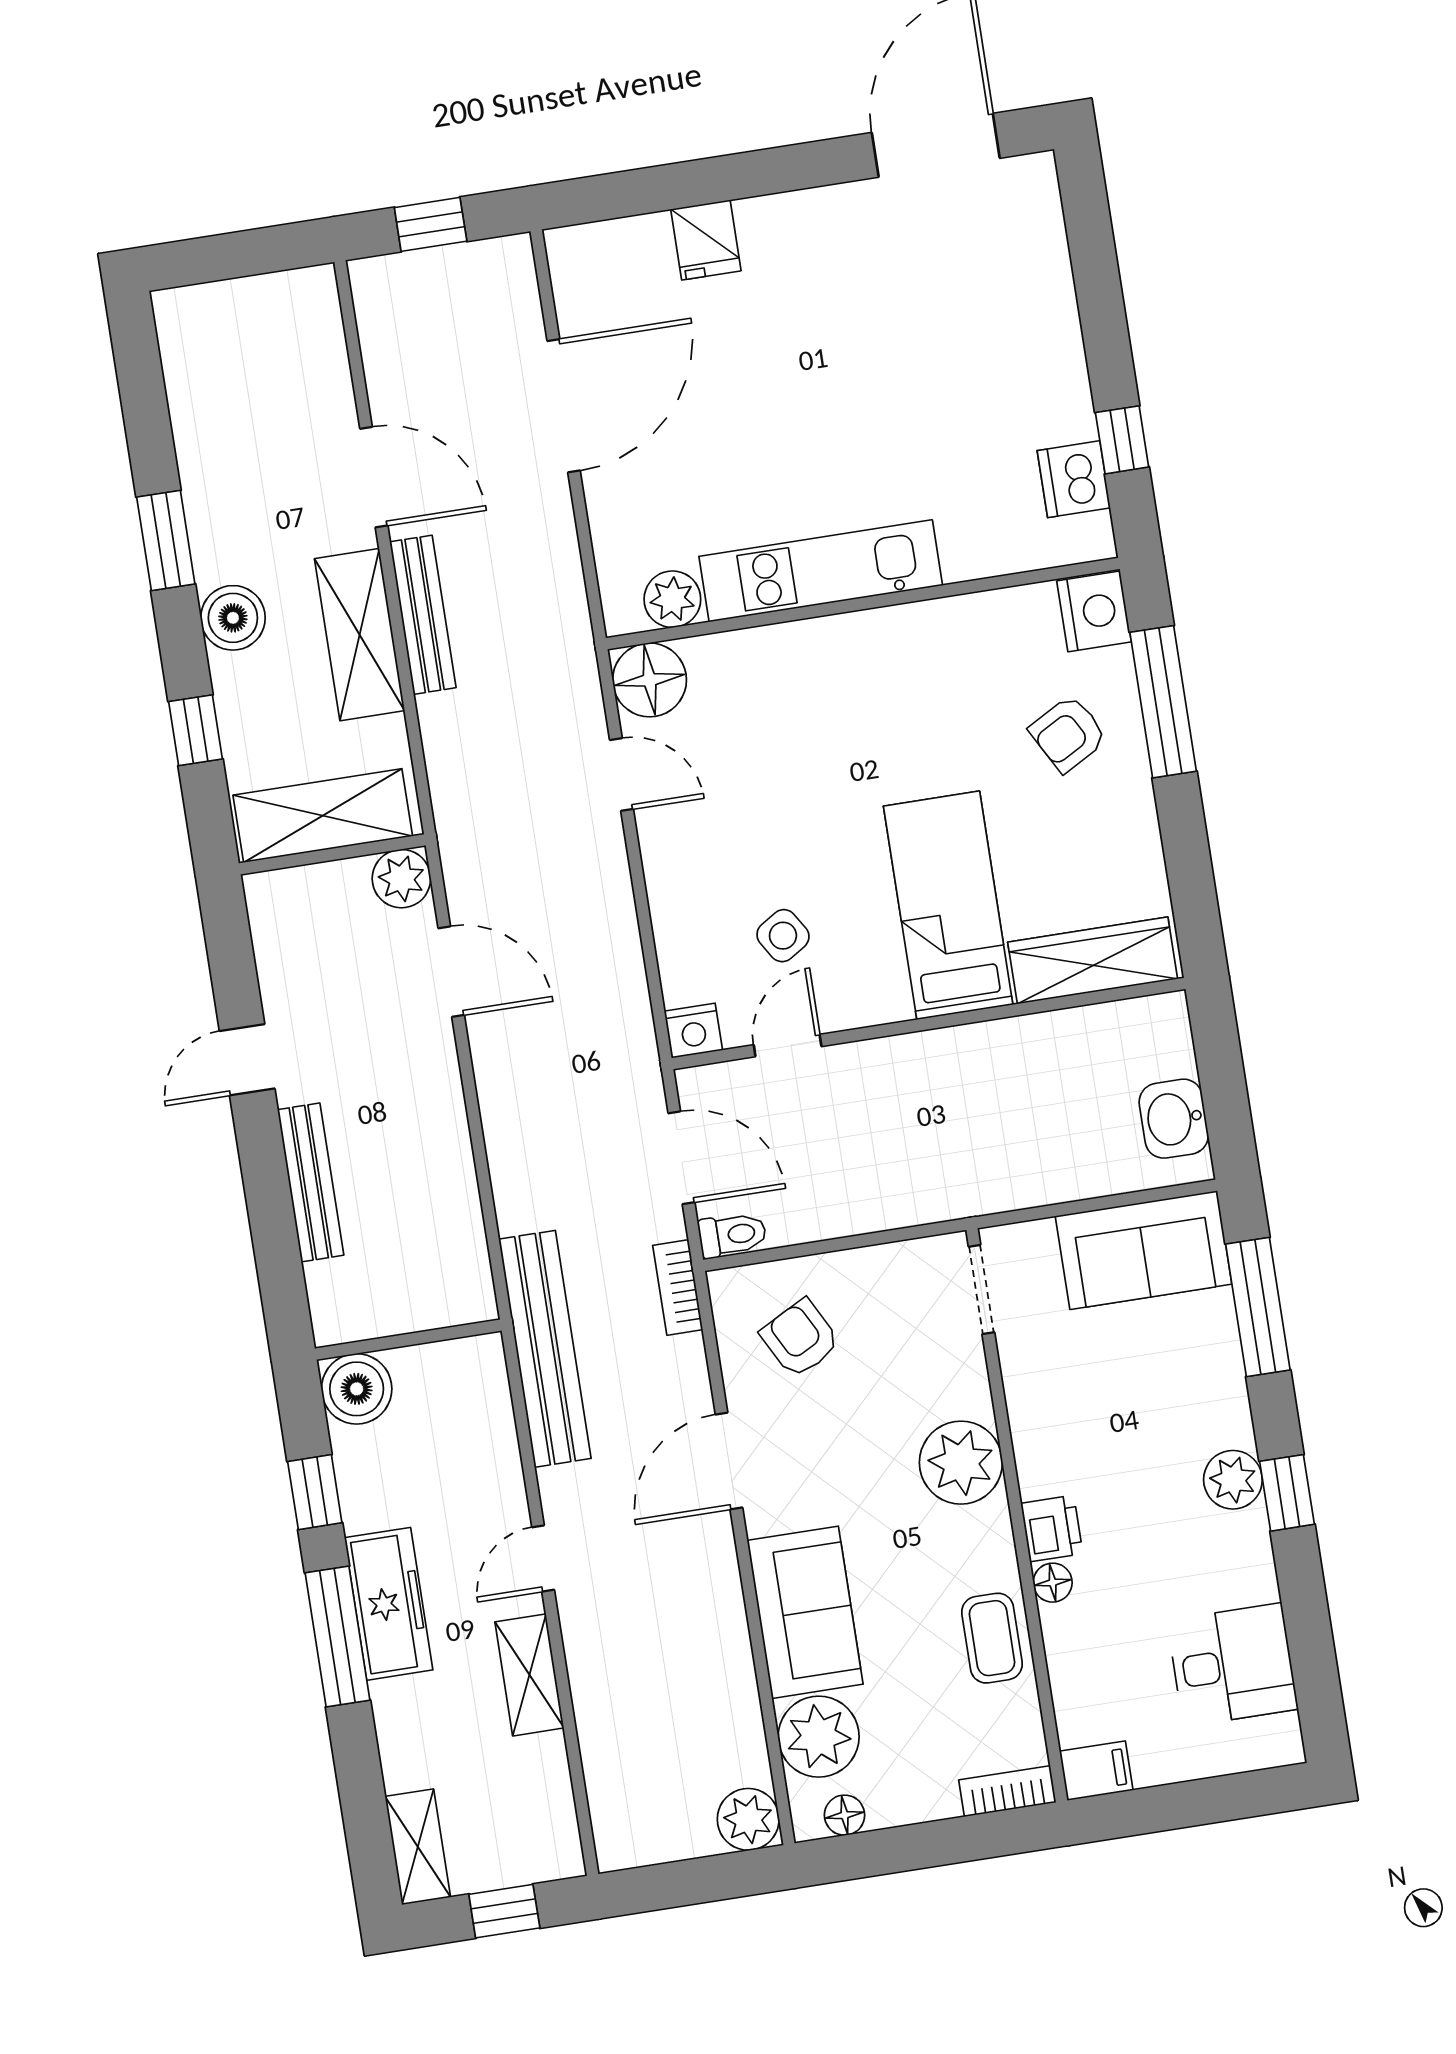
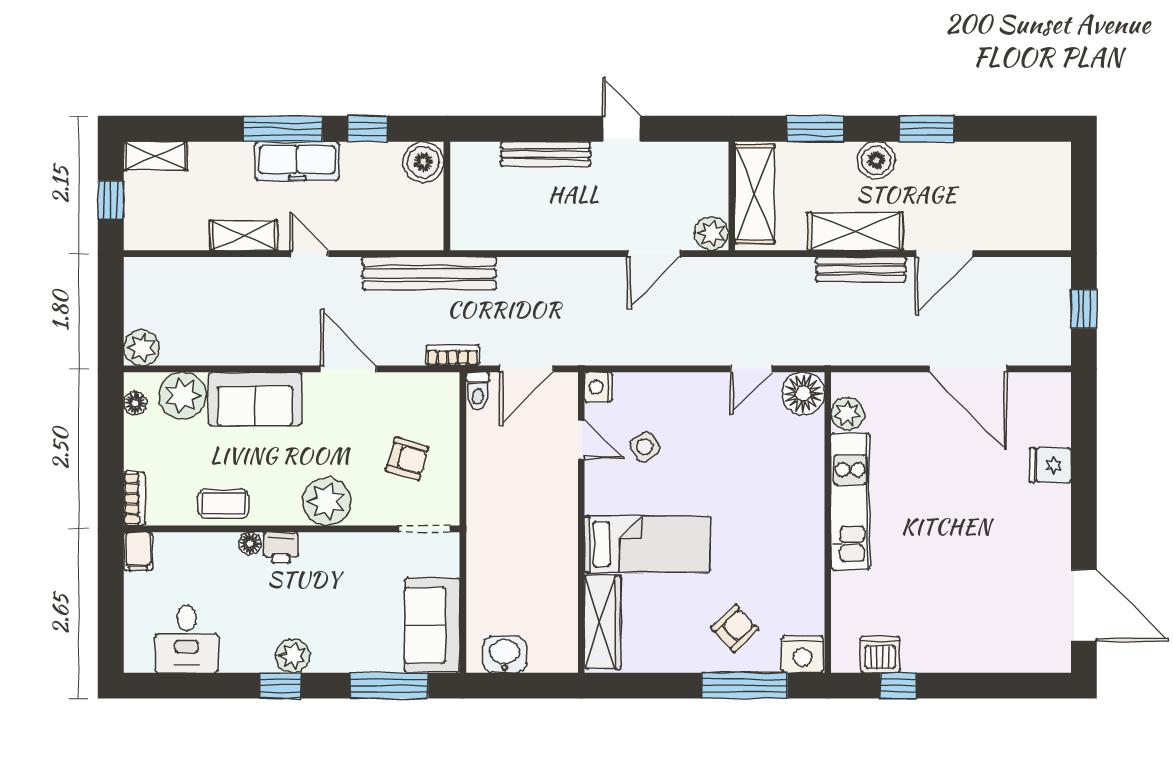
window: (196, 730) -> (815, 129), width x1.50
armchair: (1068, 734) -> (735, 628), turned 76
armchair: (800, 1338) -> (407, 459), moved, turned 44

